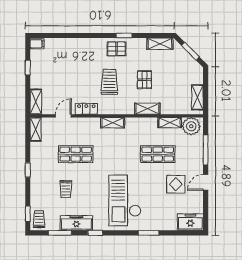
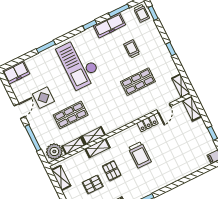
pallet: (116, 49) -> (93, 184), moved
shelving: (113, 123) -> (94, 136), moved
checkout: (125, 200) -> (79, 64), turned 180

